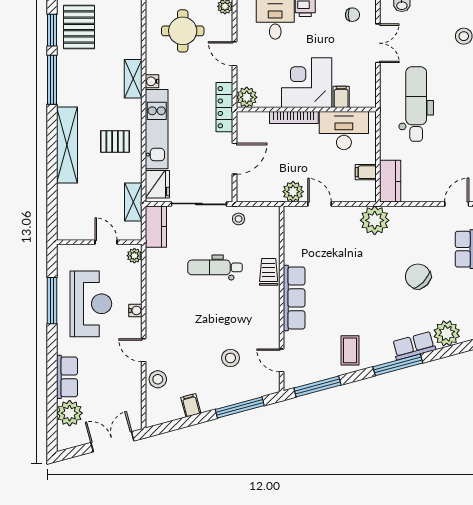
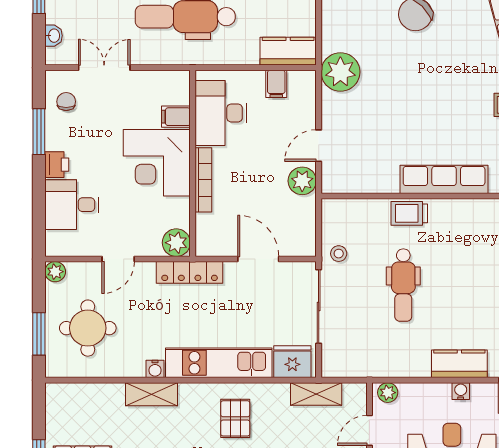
kitchen counter: (156, 227) -> (459, 364), moved

